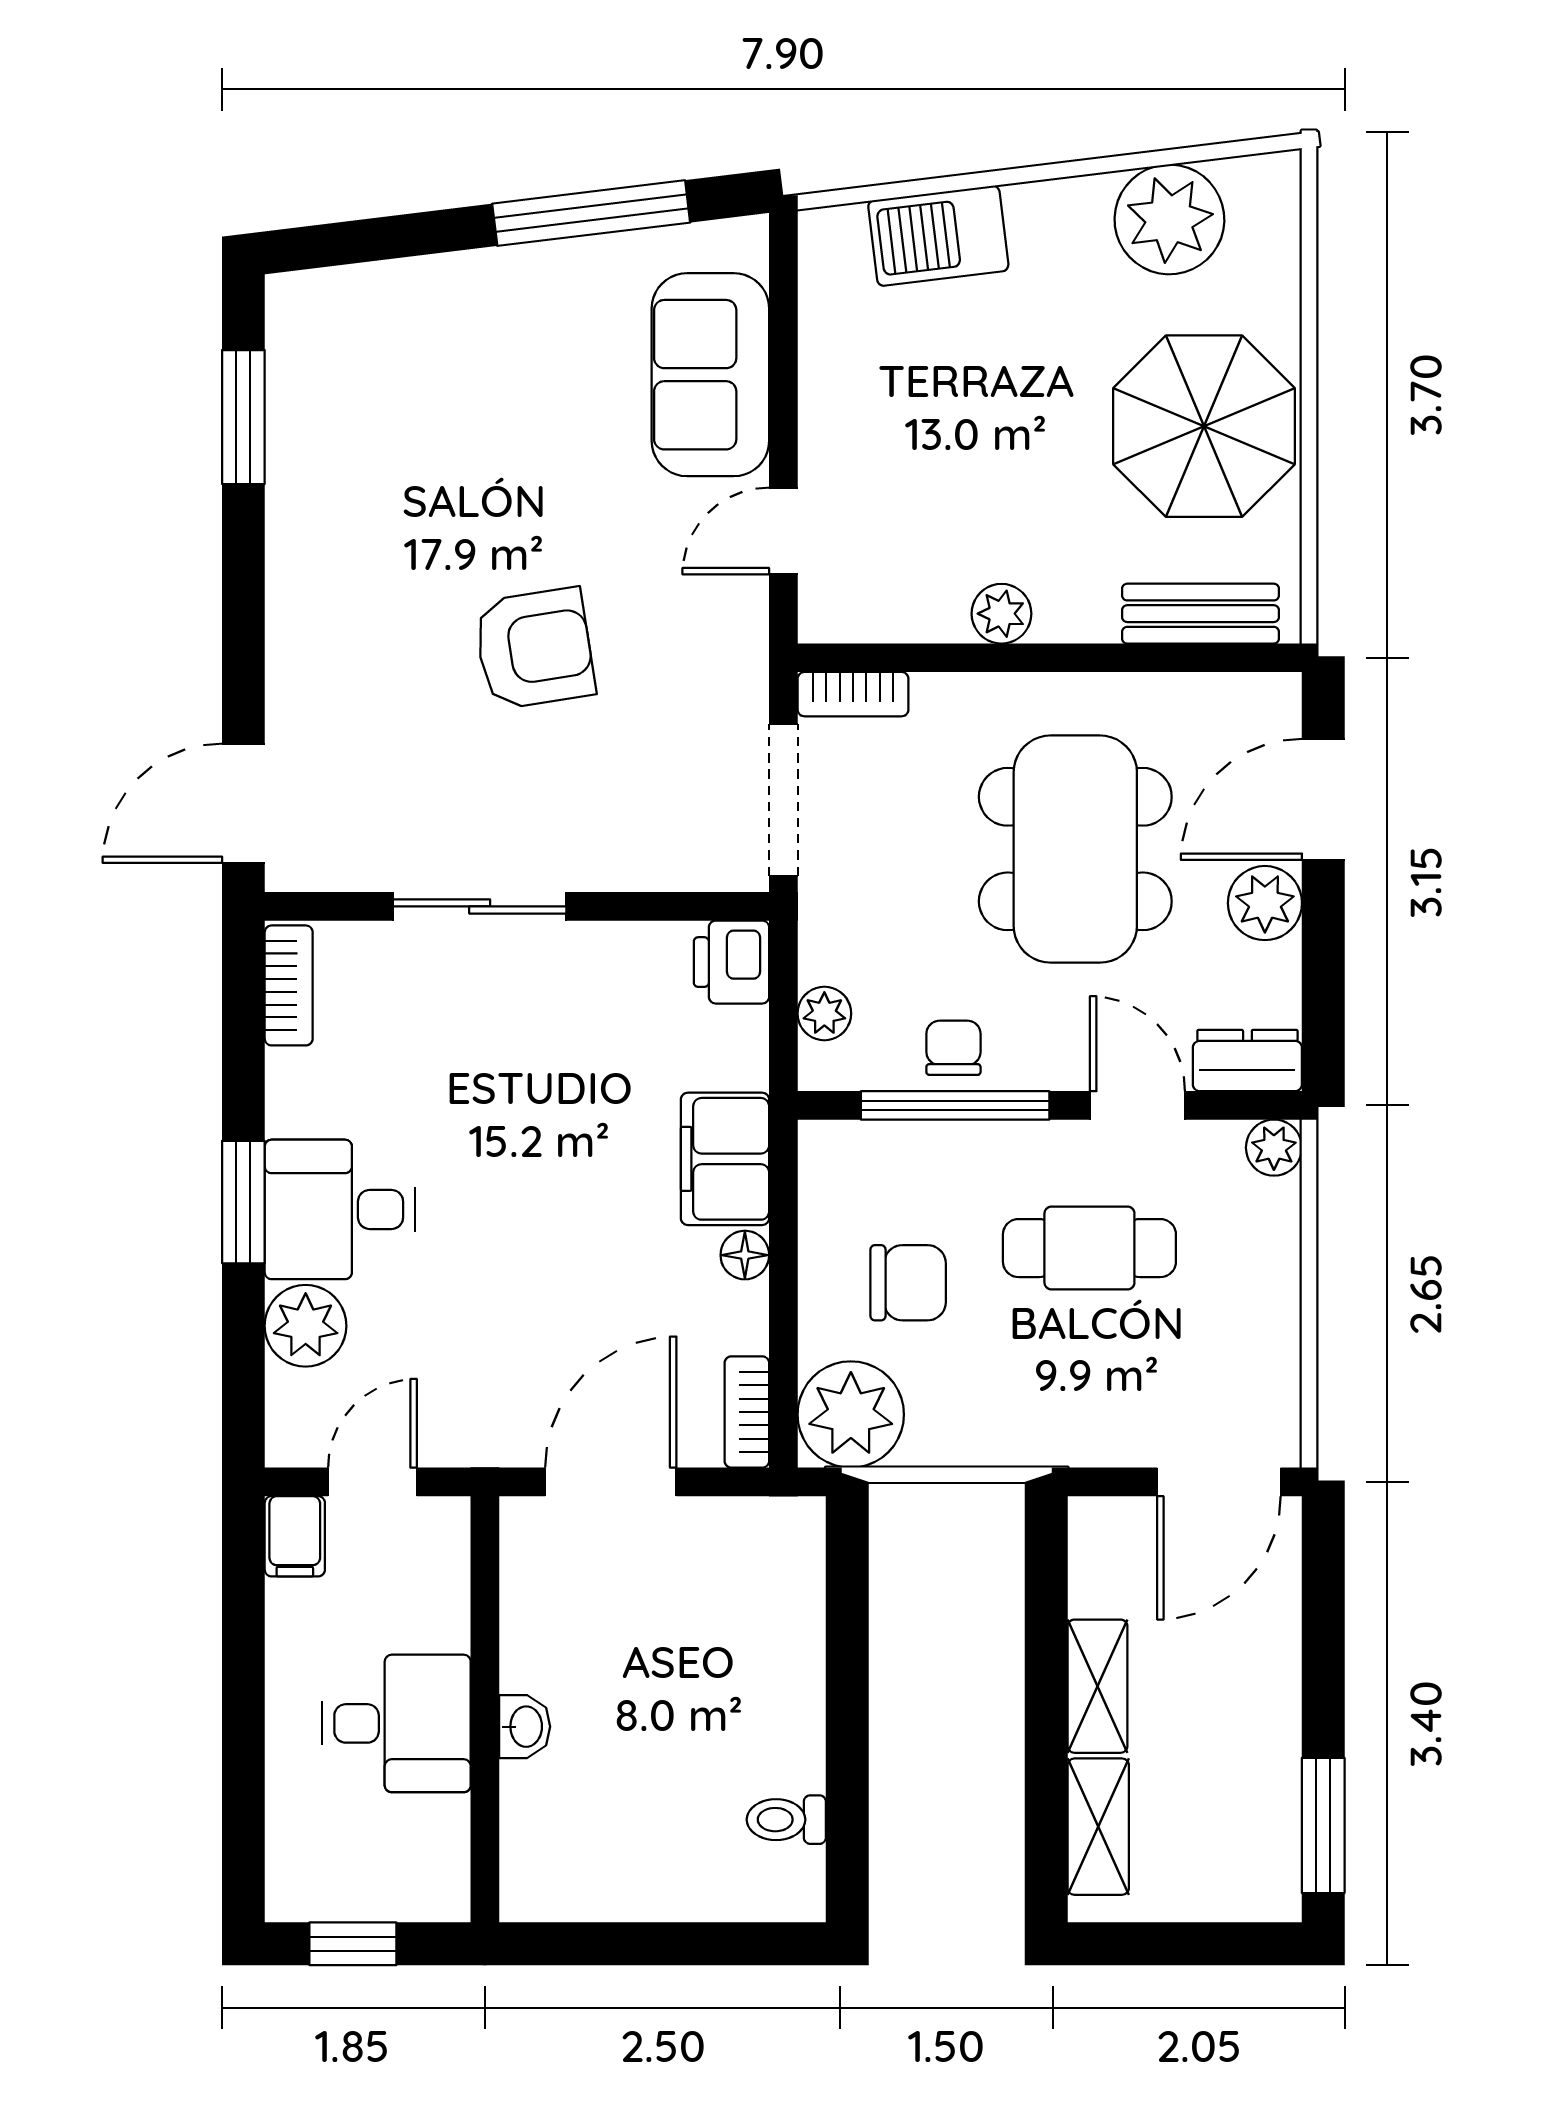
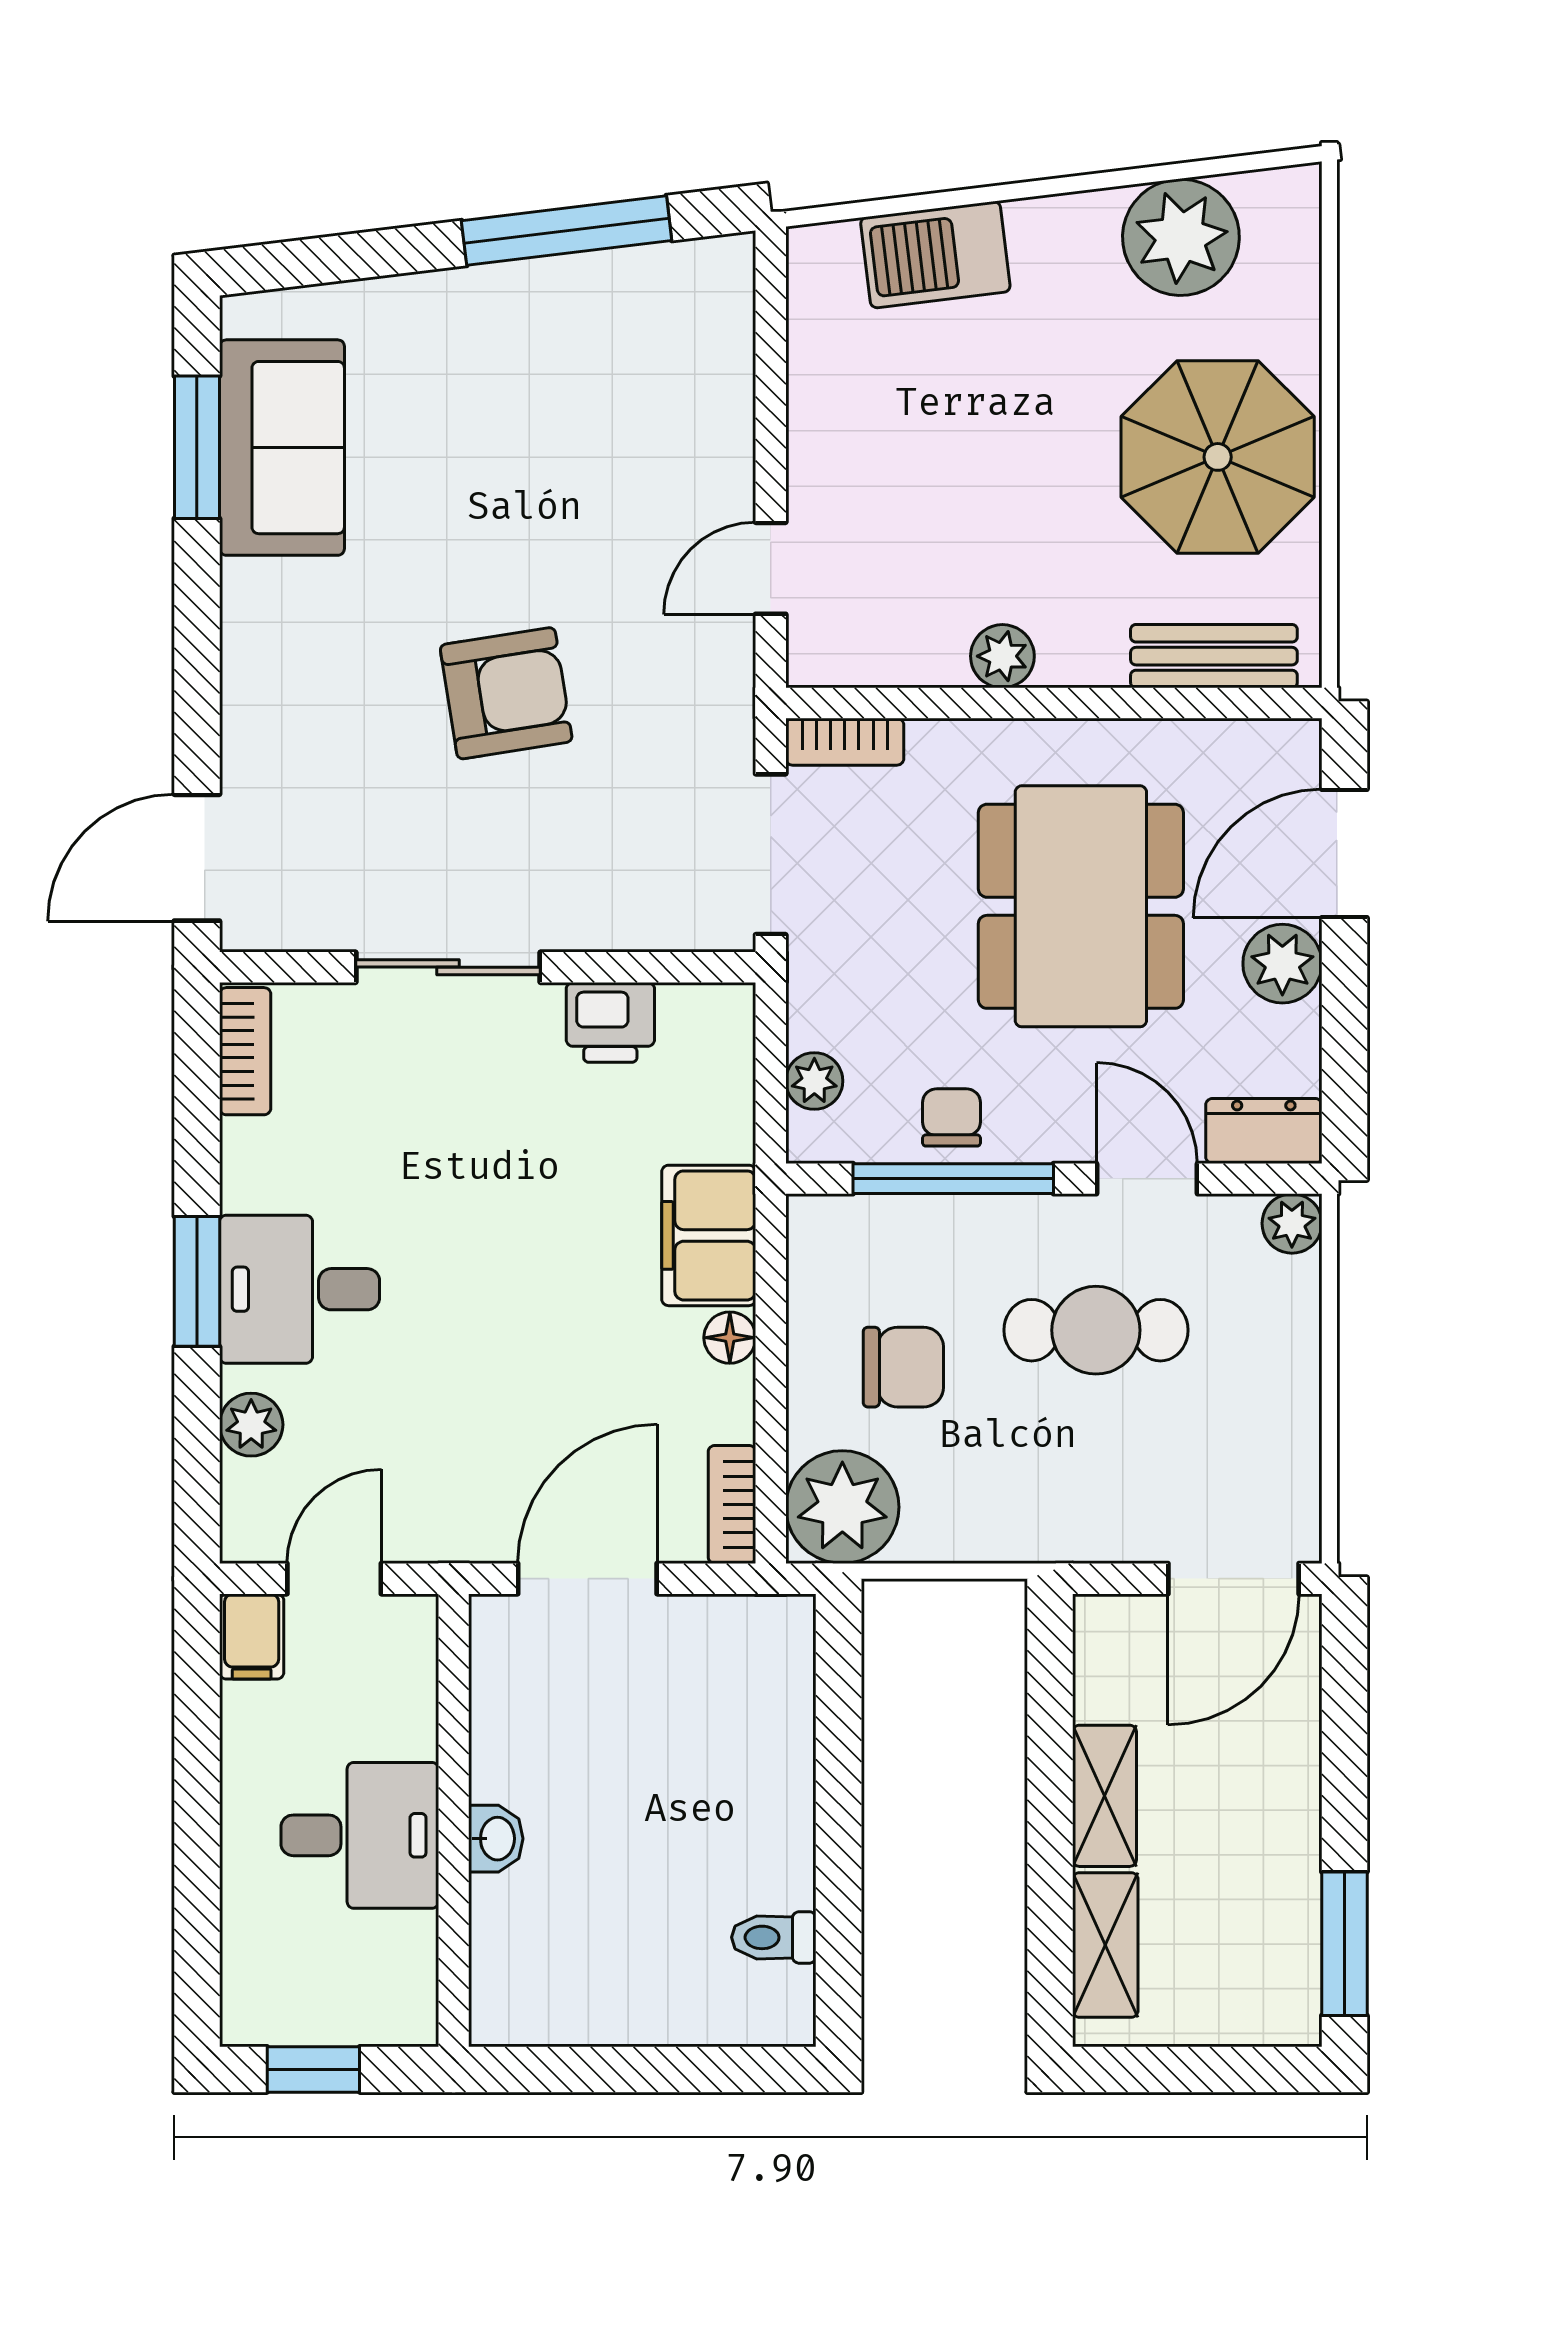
sofa: (710, 375) -> (282, 448), moved, turned 180
printer: (731, 962) -> (610, 1022), moved, turned -90
plant: (306, 1326) -> (251, 1425), width x0.73, depth x0.73

